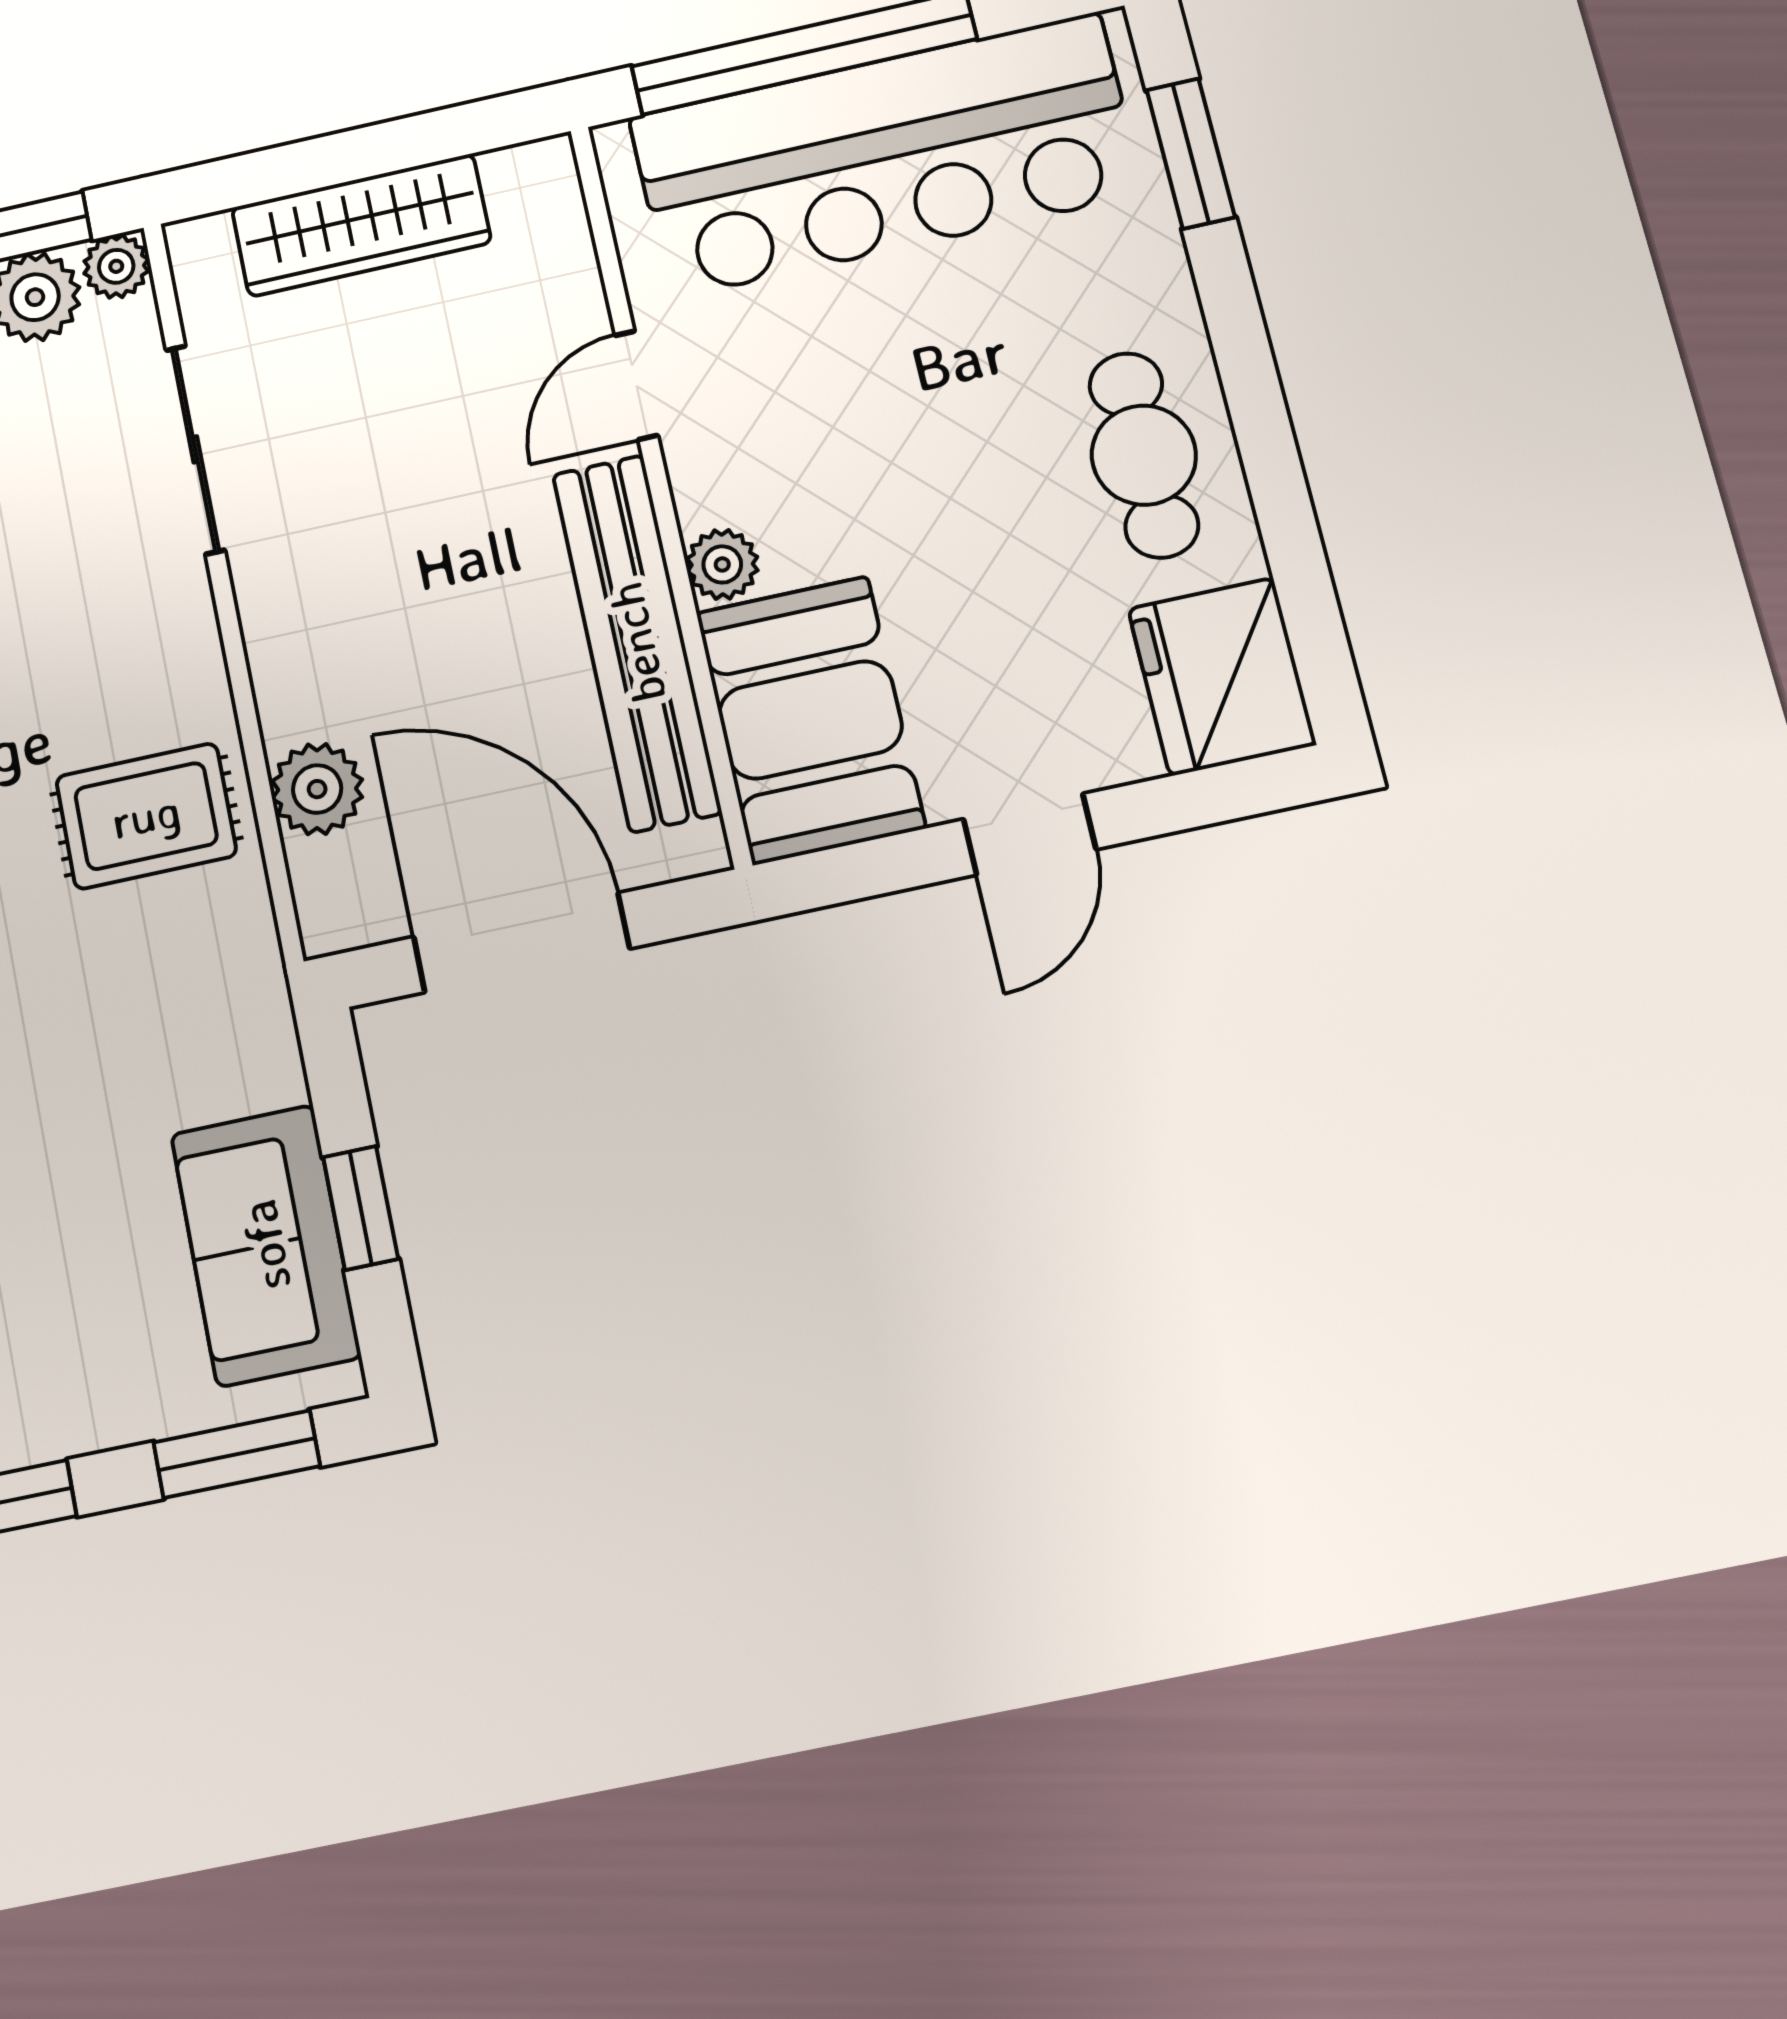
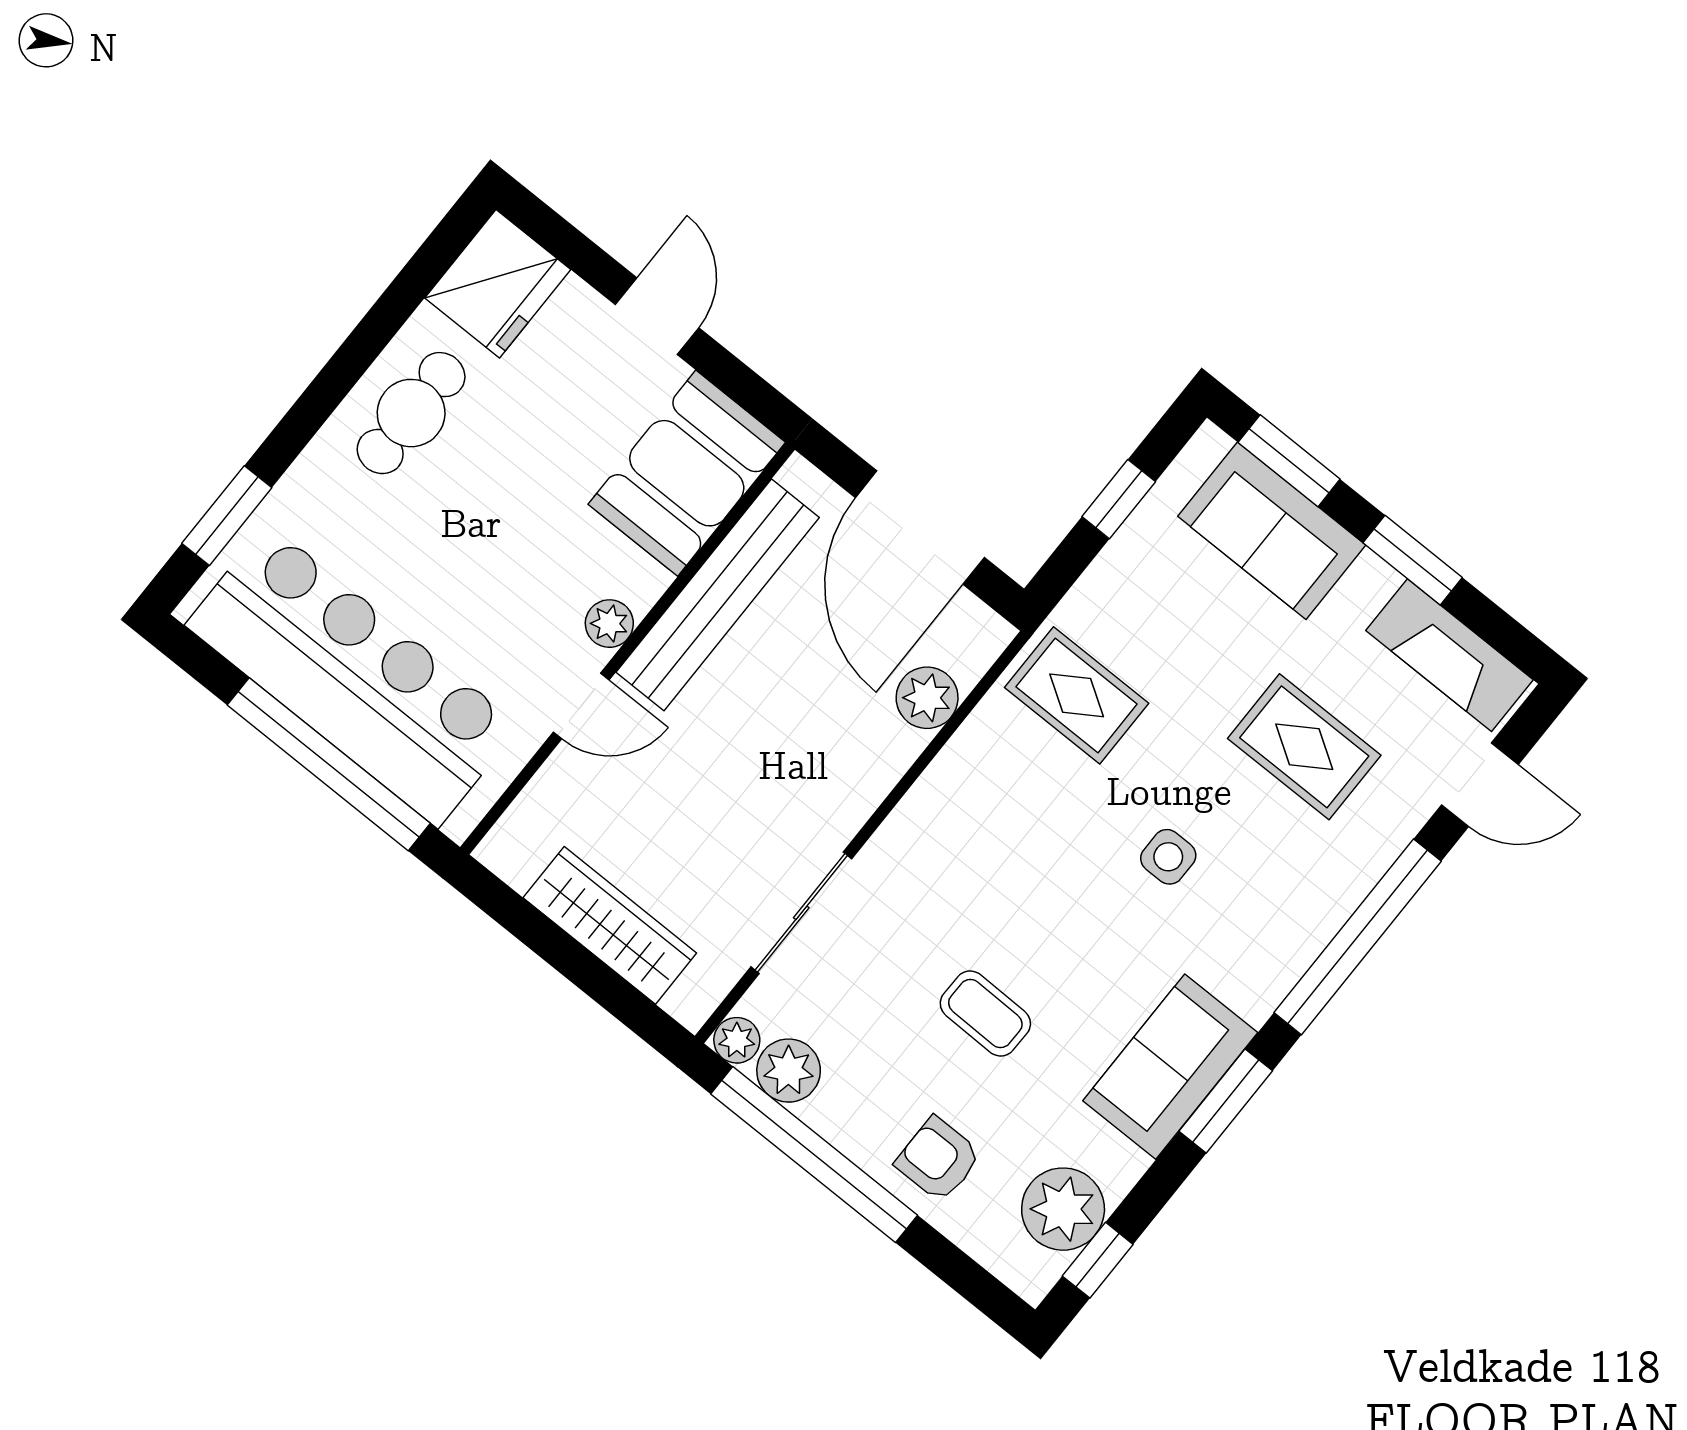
plant: (722, 564) -> (609, 624), moved
rug: (146, 816) -> (1077, 695), moved
door: (1030, 834) -> (657, 316), hinge flipped
sofa: (266, 1245) -> (1272, 531), moved, turned 90

